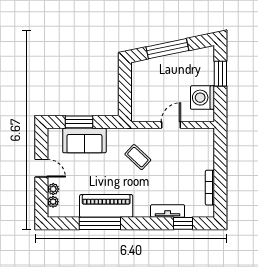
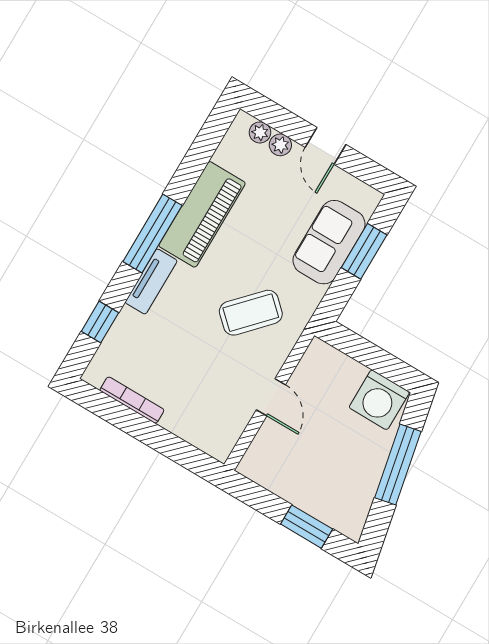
washing machine: (203, 98) -> (379, 400), moved, turned 180
coffee table: (138, 157) -> (251, 313), width x1.36, depth x1.30
door: (41, 168) -> (325, 146), hinge flipped
tv unit: (168, 211) -> (151, 282), moved
window: (100, 223) -> (152, 234), moved

